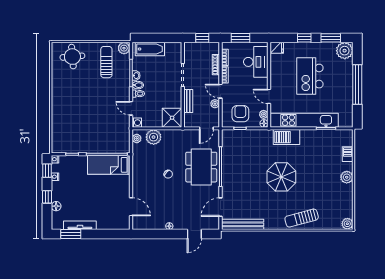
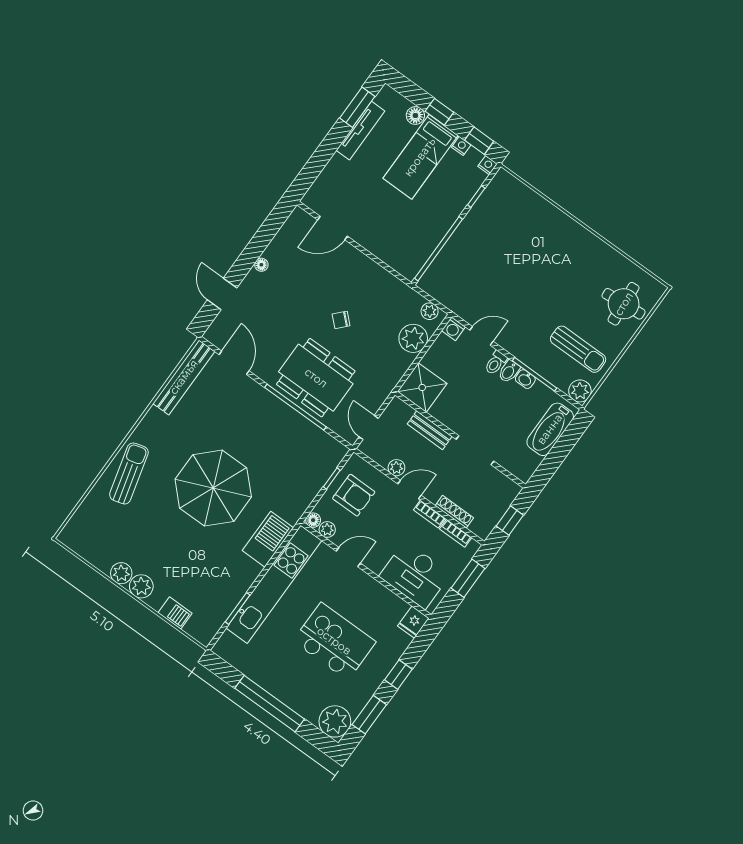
bed: (109, 165) -> (420, 157), moved, turned 180
parasol: (281, 177) -> (213, 488), width x1.36, depth x1.36
plant: (347, 224) -> (121, 573), moved

